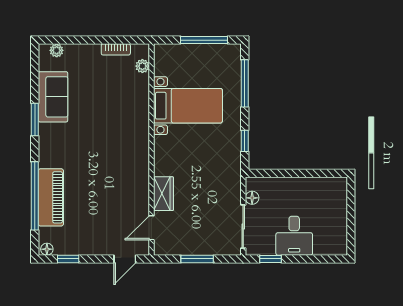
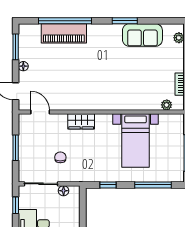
wardrobe: (163, 194) -> (81, 121), moved
chair: (209, 202) -> (60, 157), added
floor lamp: (47, 249) -> (23, 66), moved
window: (68, 259) -> (16, 47), width x1.50

